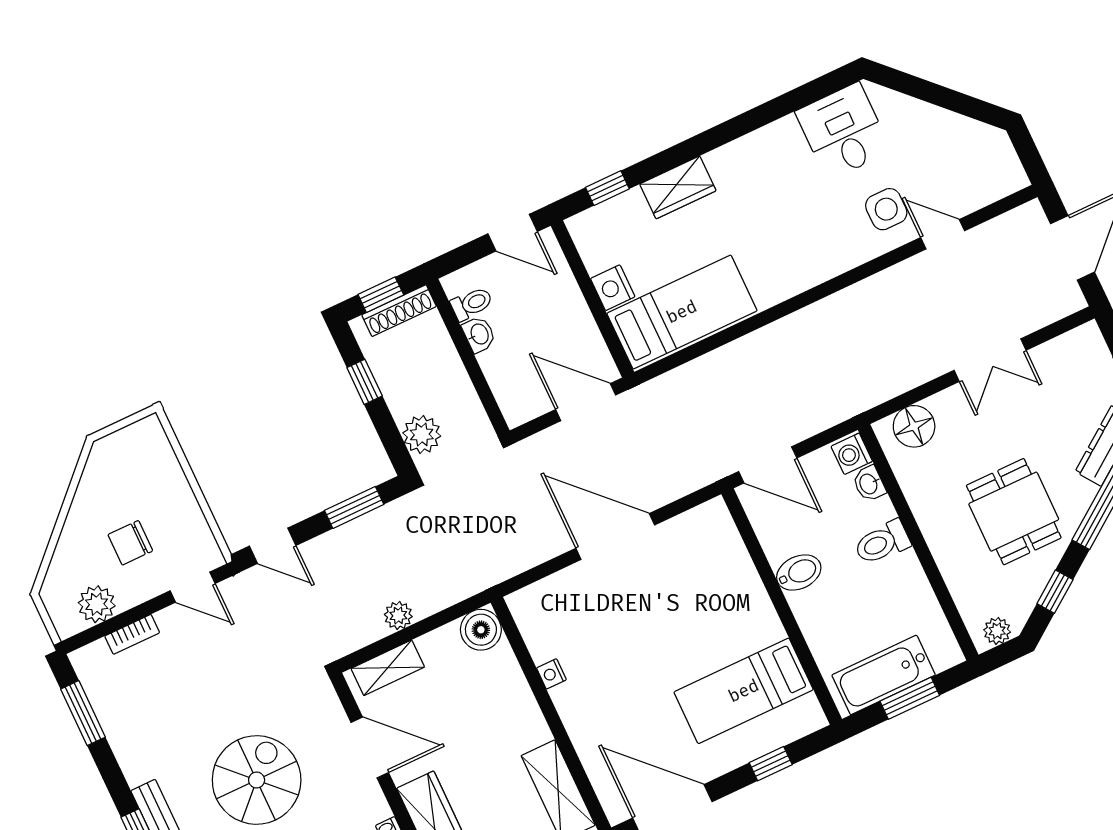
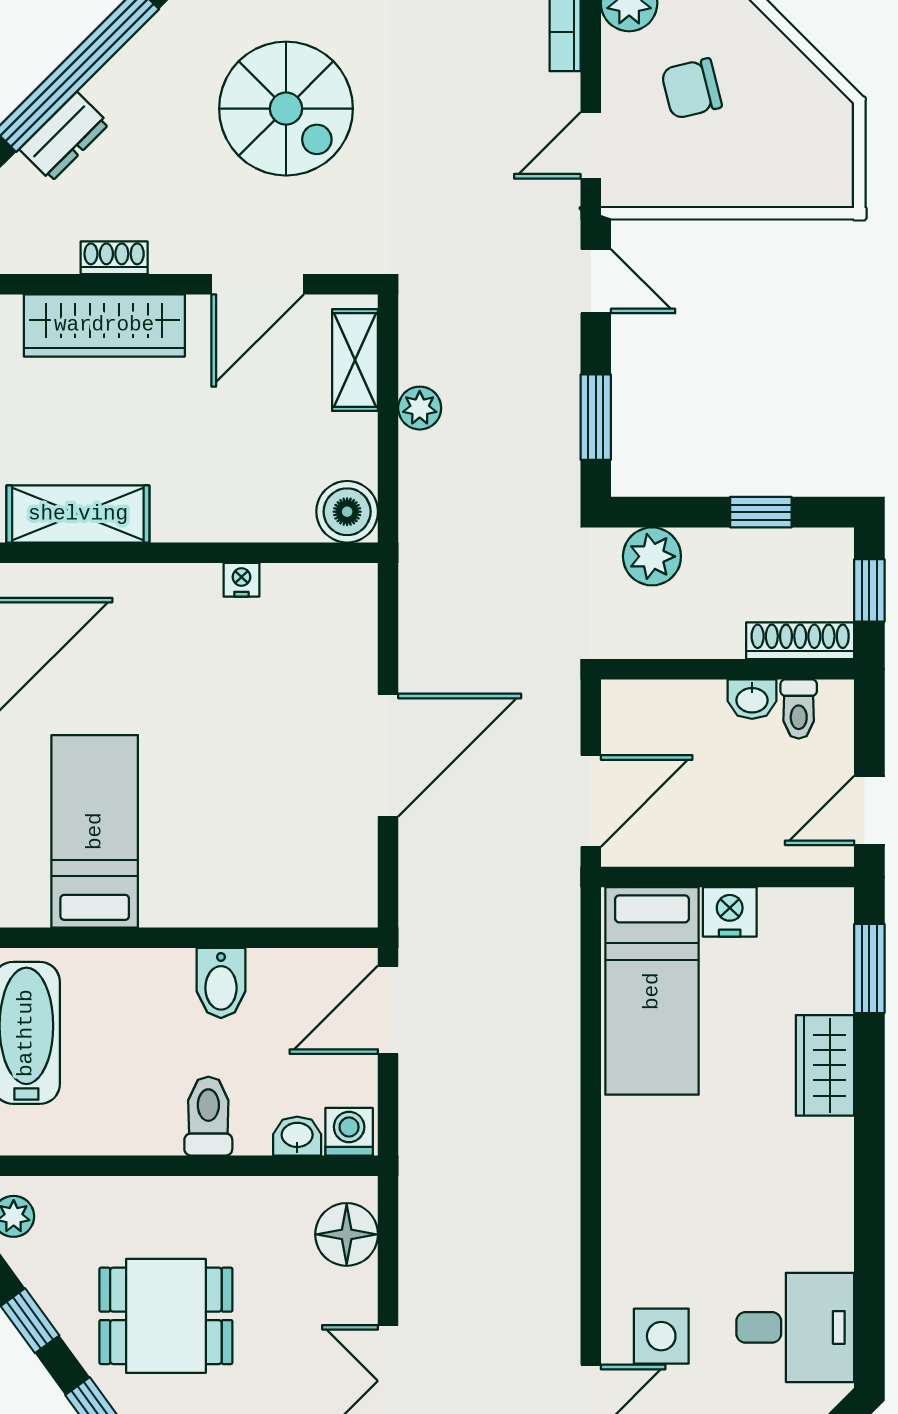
window: (607, 188) -> (869, 969), width x1.50
shoe rack: (399, 311) -> (800, 641), moved, turned 90
chair: (130, 543) -> (691, 89), turned -104
door: (273, 546) -> (596, 281), swing flipped

